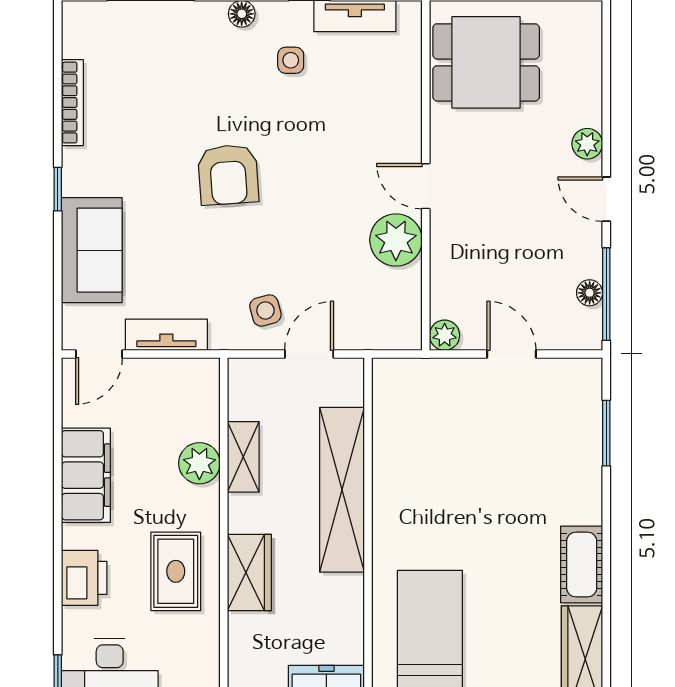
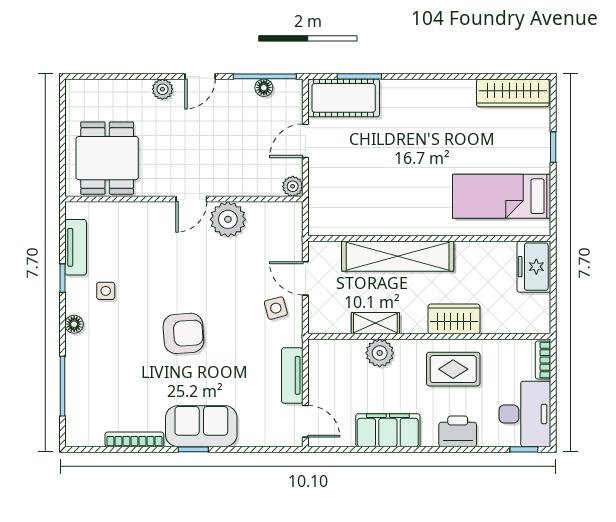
sofa: (92, 250) -> (201, 426), moved
cot: (582, 564) -> (344, 98), moved, width x1.37, depth x1.34

